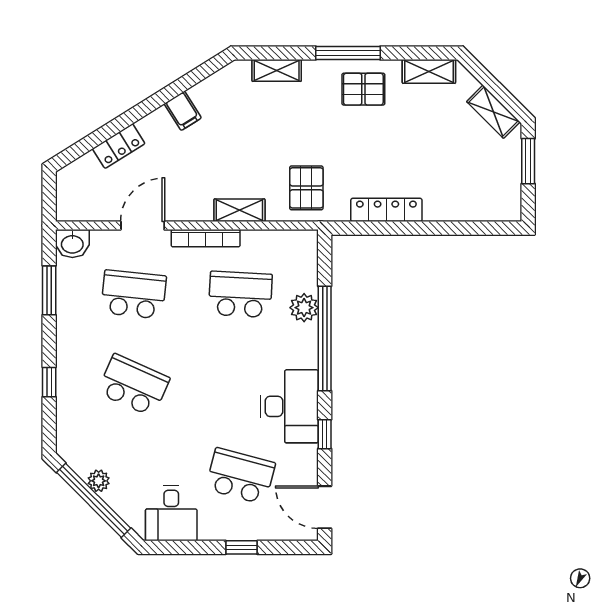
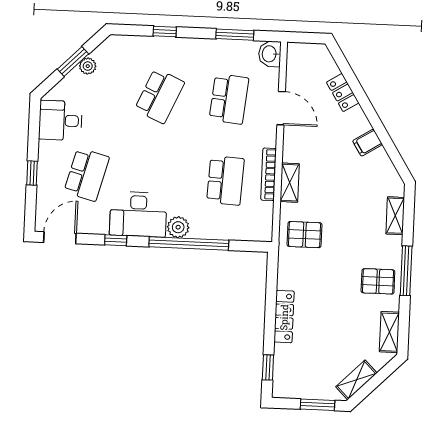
pallet: (363, 89) -> (378, 281), turned 90
locker: (386, 210) -> (284, 317), moved
window: (482, 228) -> (268, 367), added
bookcase: (206, 238) -> (269, 174), moved
plant: (304, 308) -> (178, 227), moved
window: (94, 500) -> (73, 62), width x0.47

